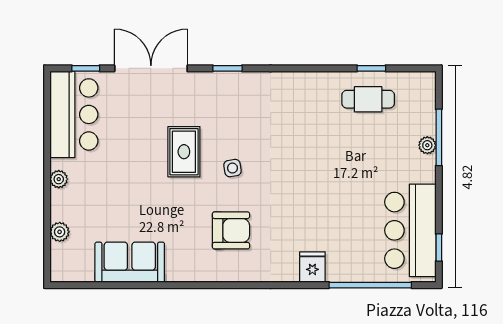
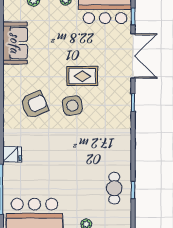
side table: (233, 168) -> (72, 106), width x1.87, depth x1.87
armchair: (231, 230) -> (34, 105), turned -114

